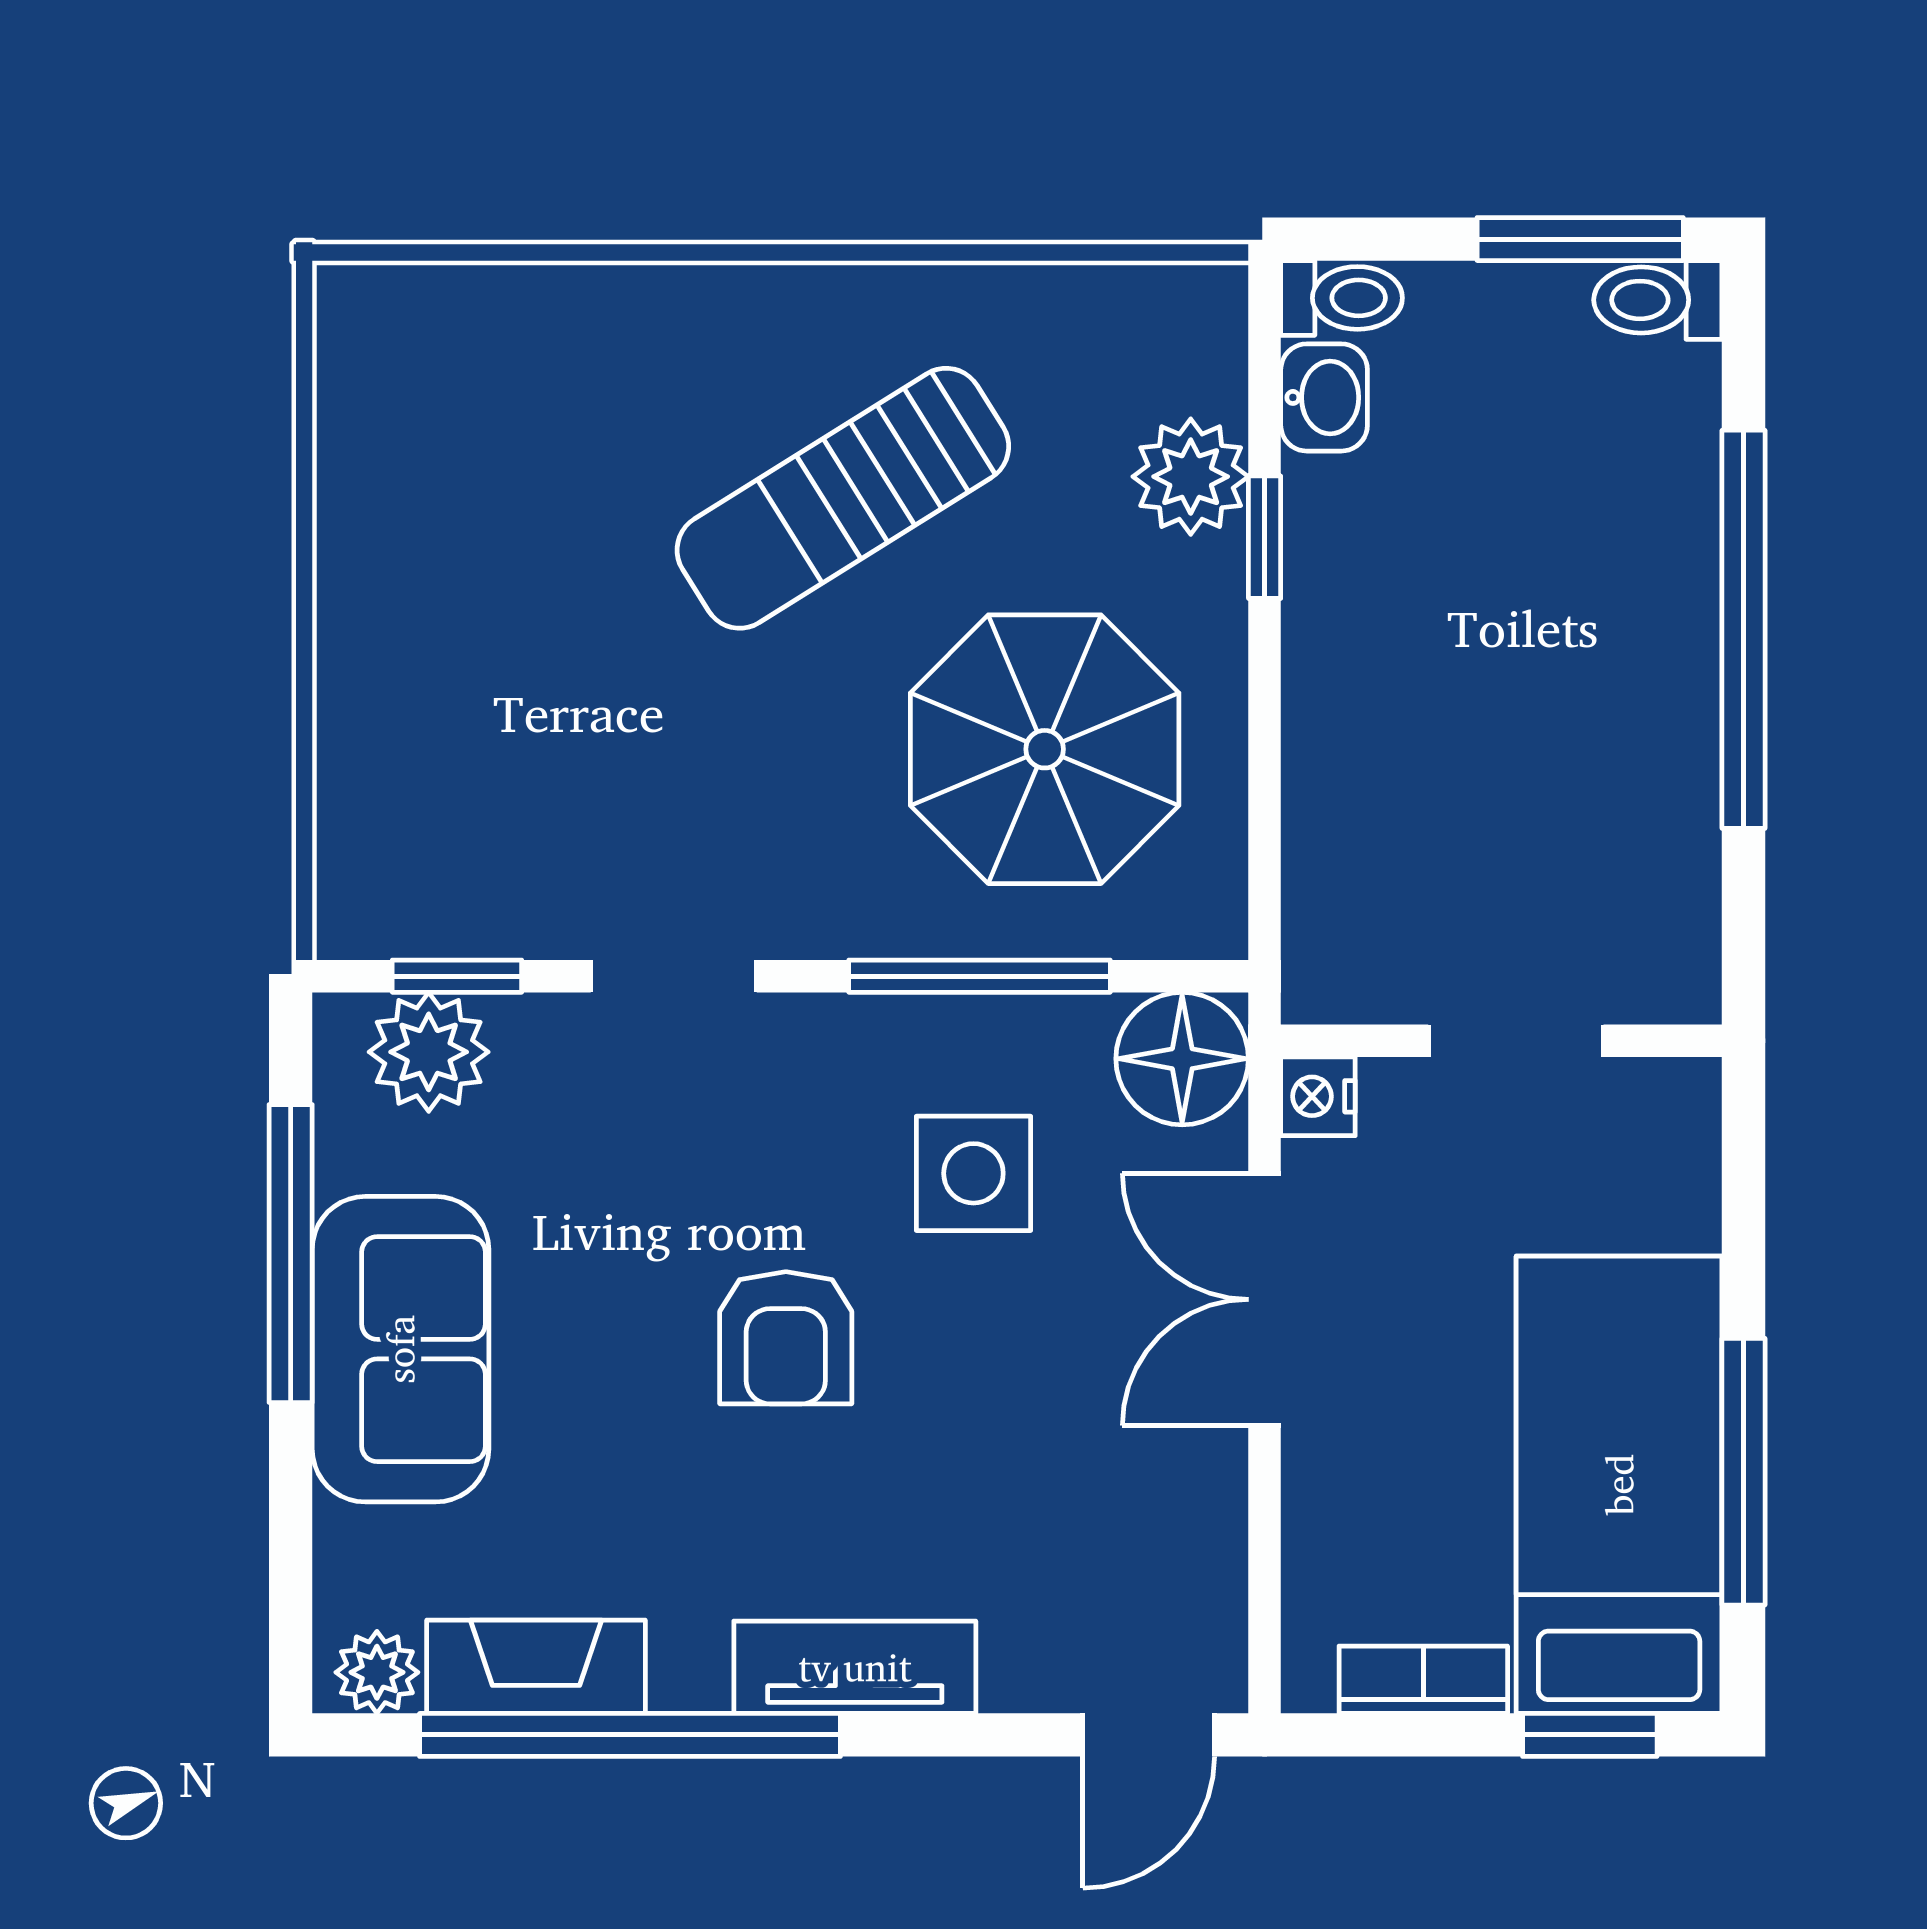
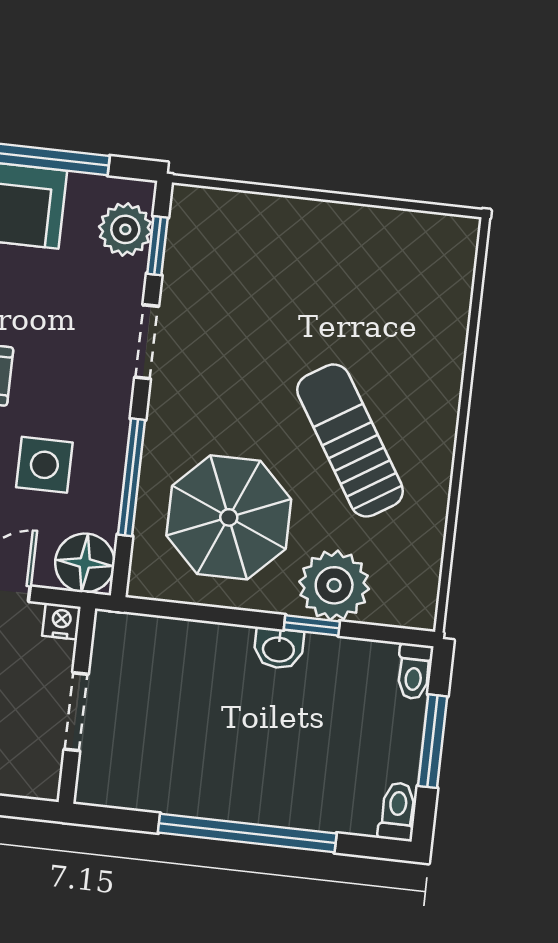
window: (1580, 239) -> (433, 741), moved
washbasin: (1324, 397) -> (279, 648), moved
plant: (1191, 477) -> (334, 585), width x1.36, depth x1.36

